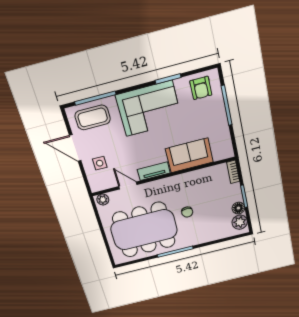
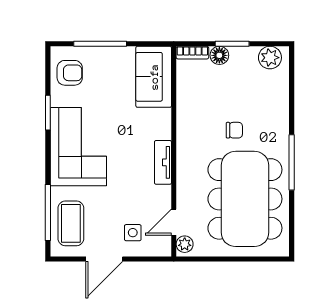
sofa: (189, 155) -> (154, 77), moved
door: (128, 186) -> (174, 222), moved
floor lamp: (238, 208) -> (219, 55), moved

